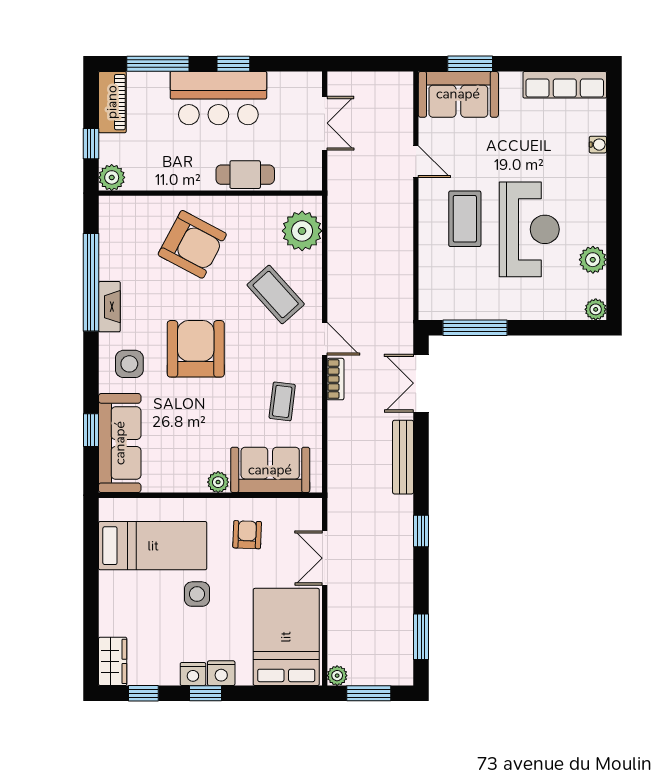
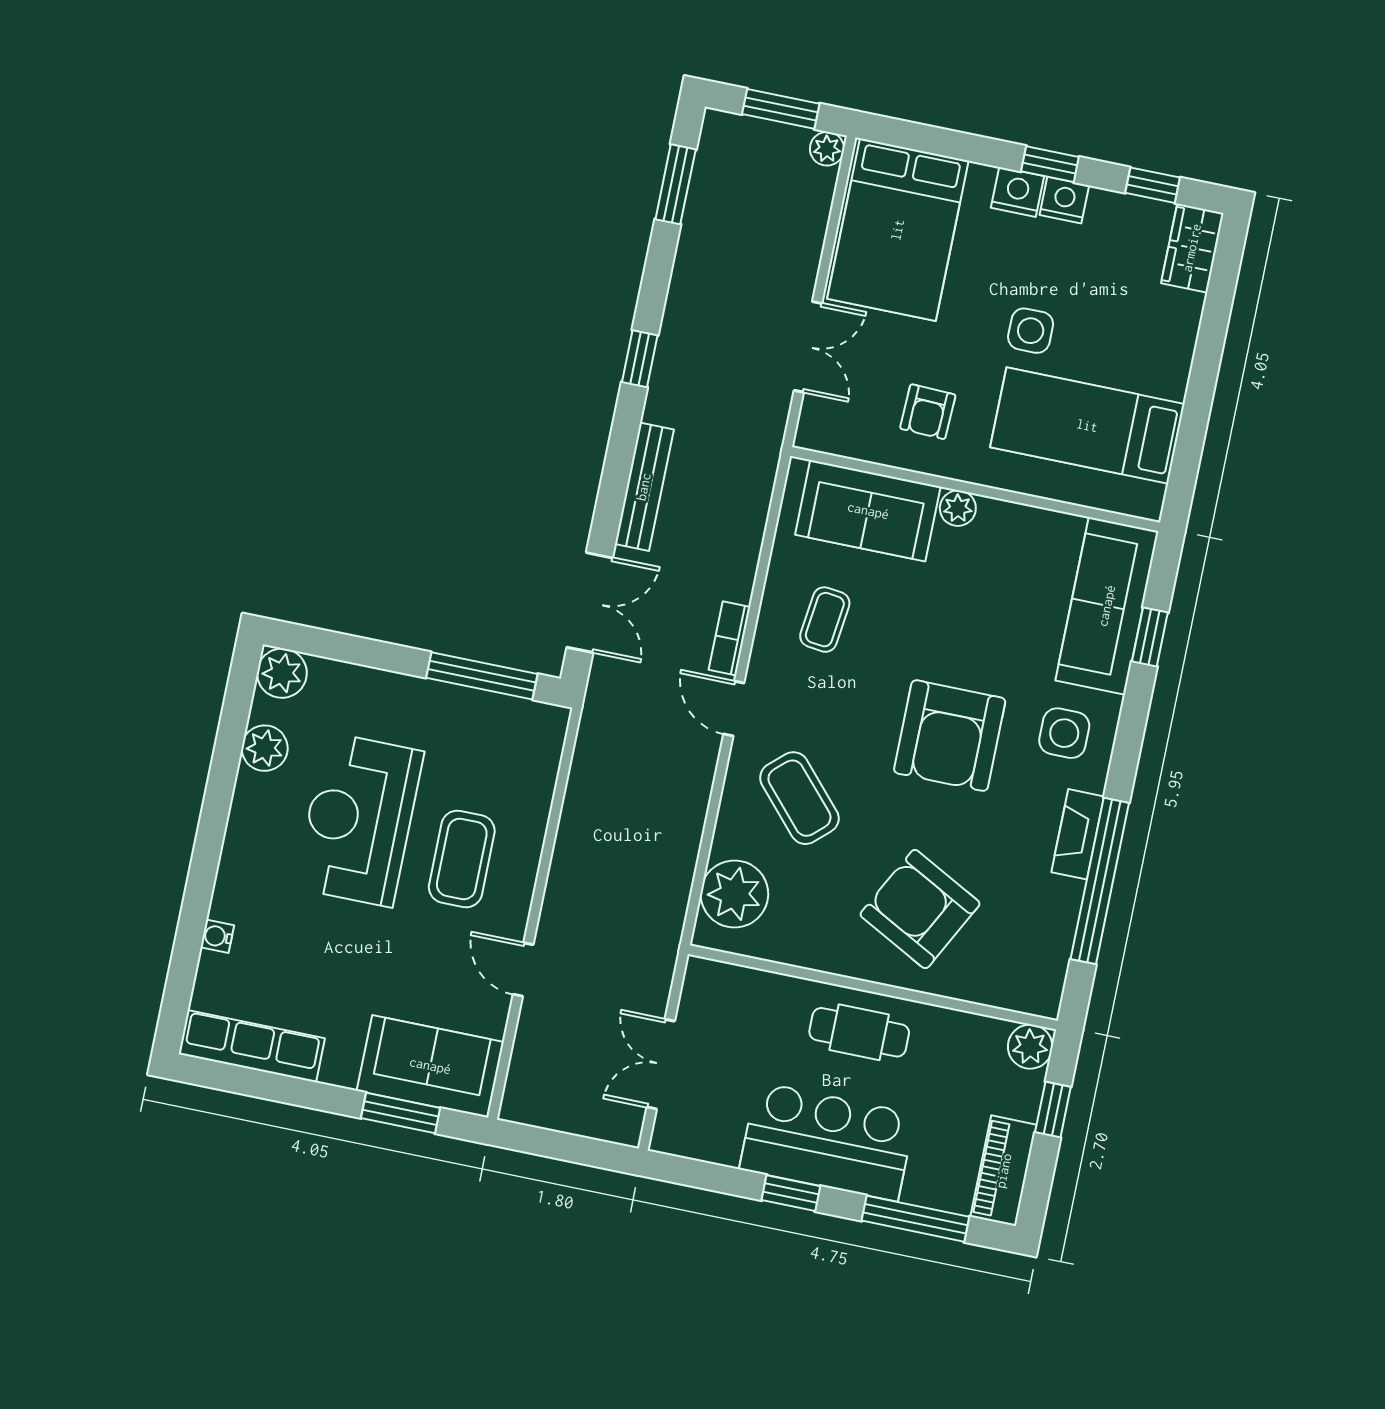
cafe table: (245, 175) -> (859, 1032), moved
plant: (596, 309) -> (282, 673), width x1.38, depth x1.38

